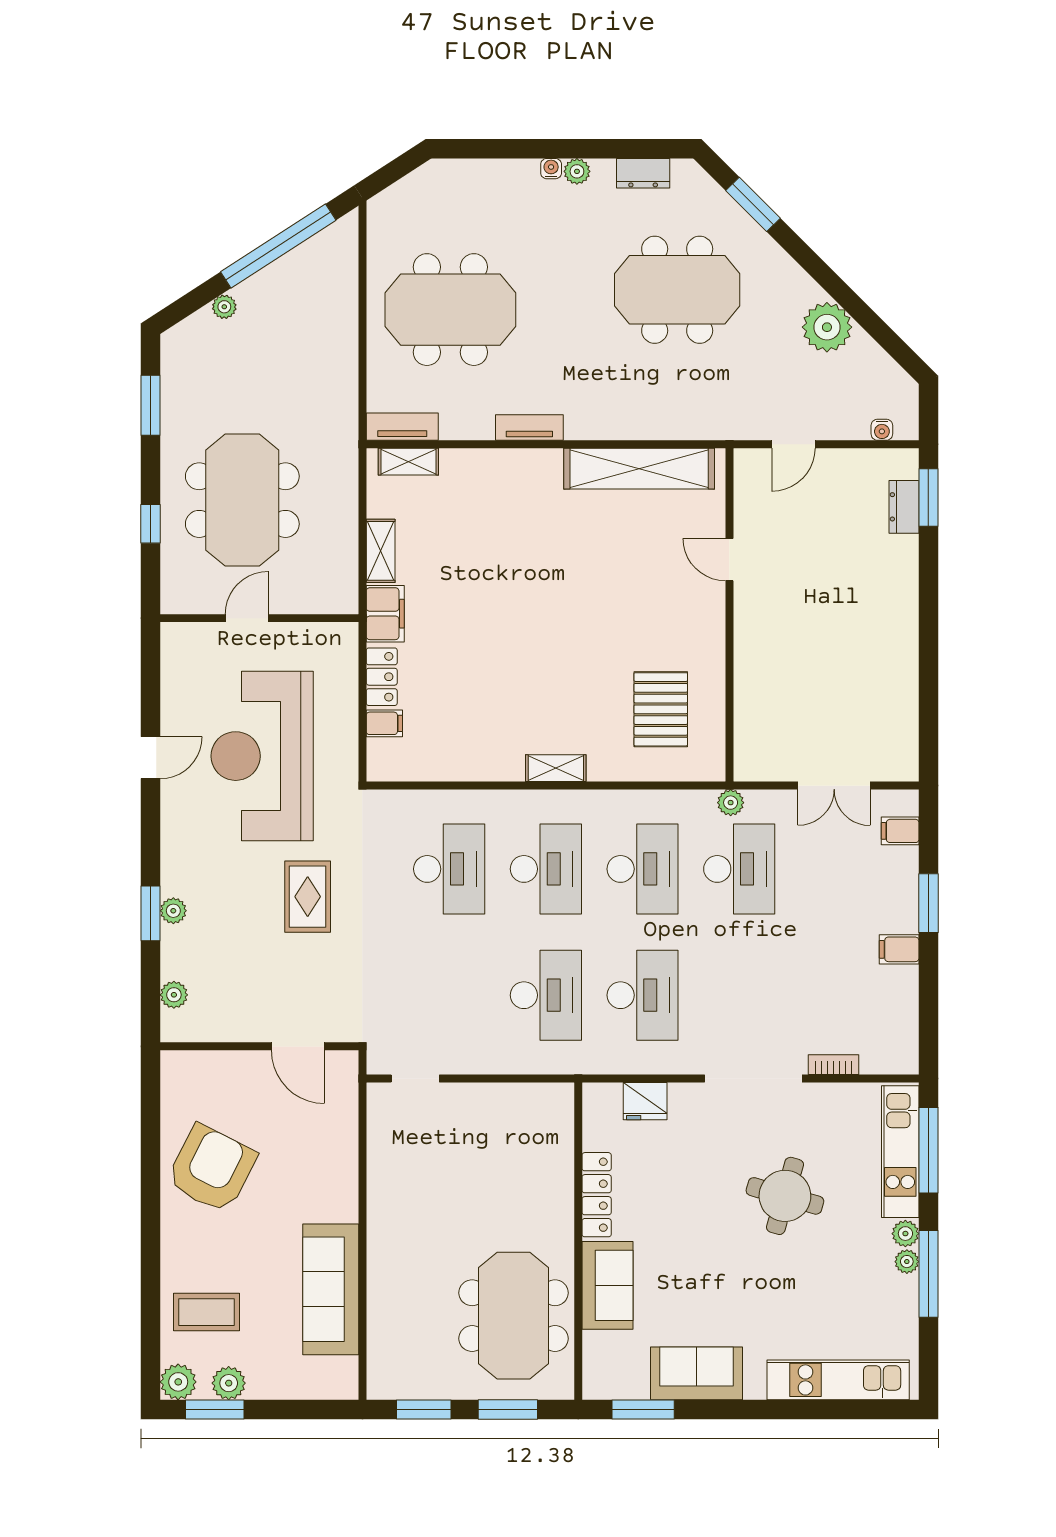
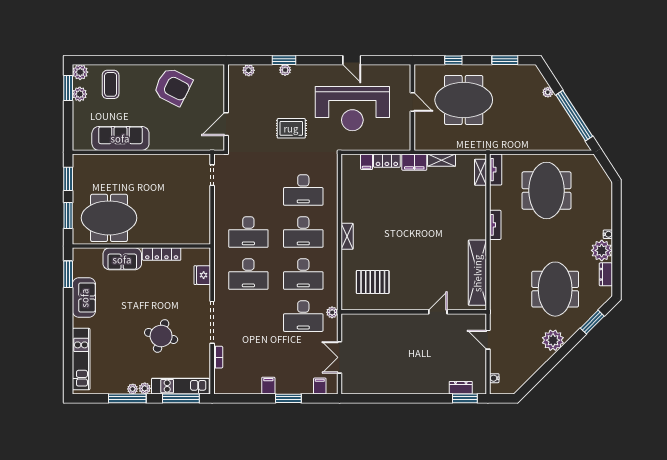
plant: (577, 171) -> (602, 250), width x1.87, depth x1.87
plant: (827, 327) -> (553, 340), moved
reception desk: (262, 756) -> (352, 109), turned 180

